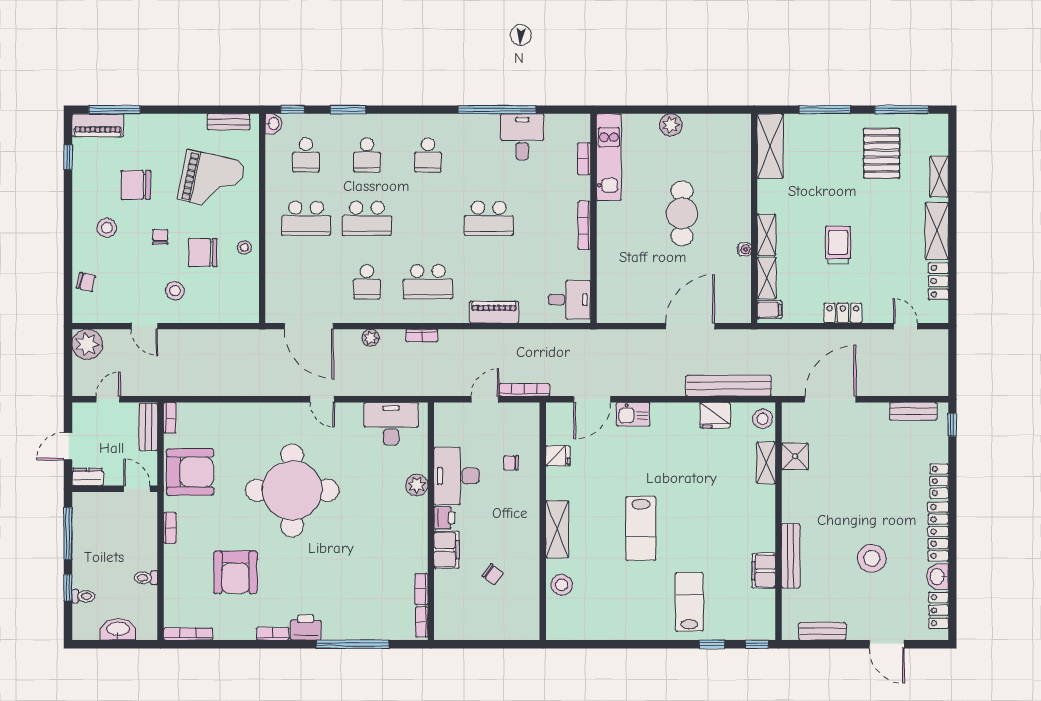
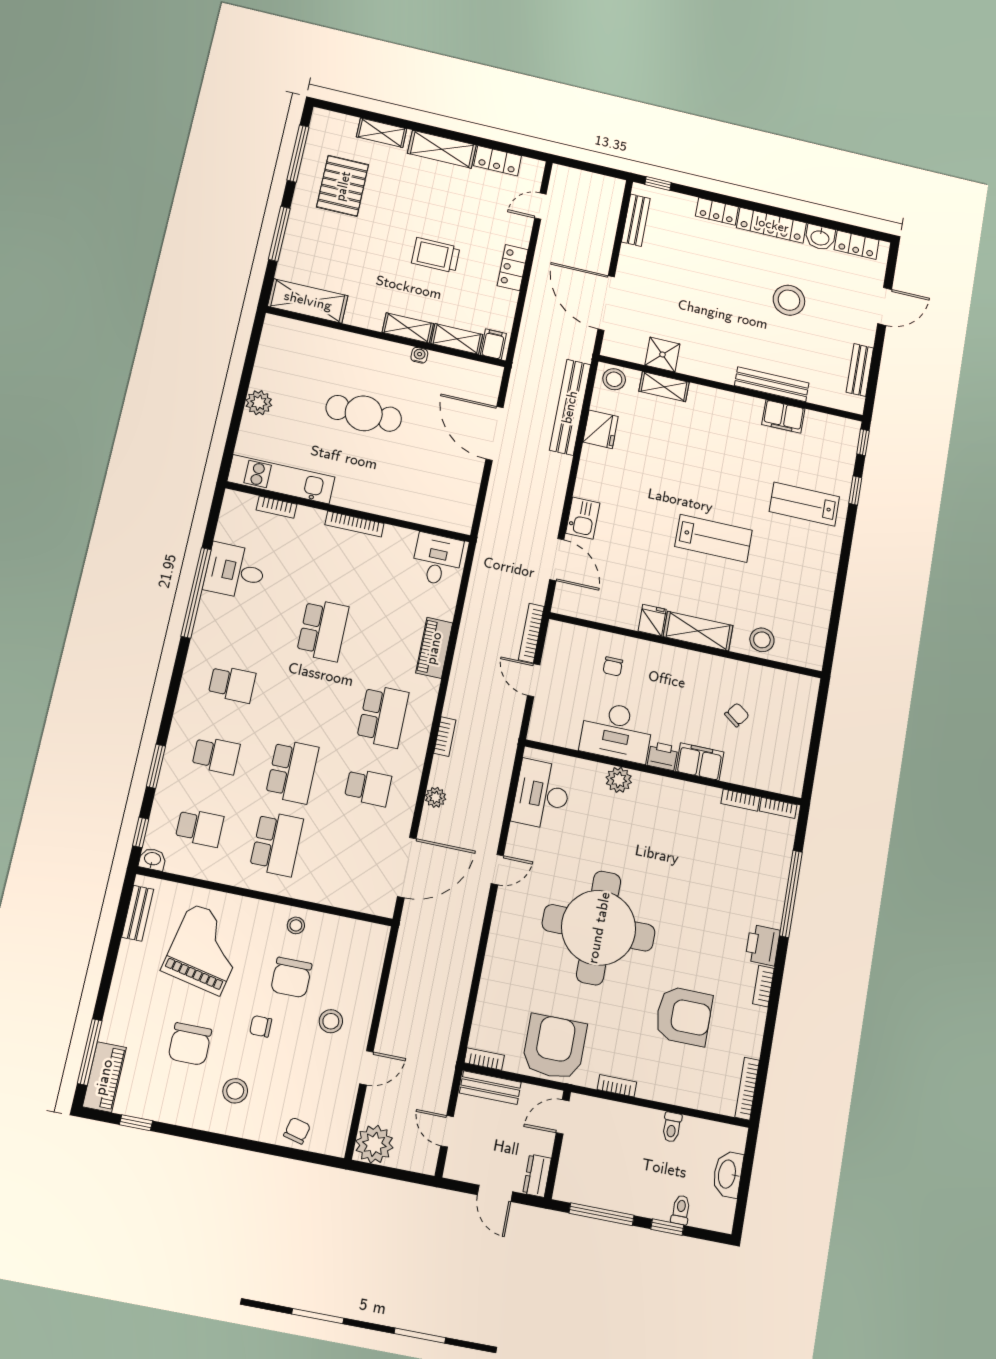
pallet: (882, 153) -> (343, 186), turned 90
fridge: (558, 456) -> (652, 620), moved

